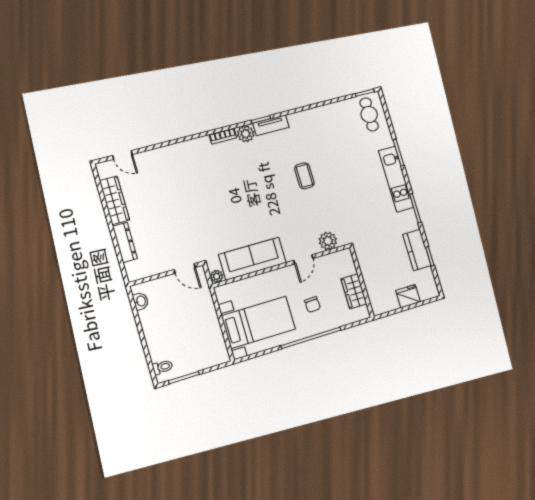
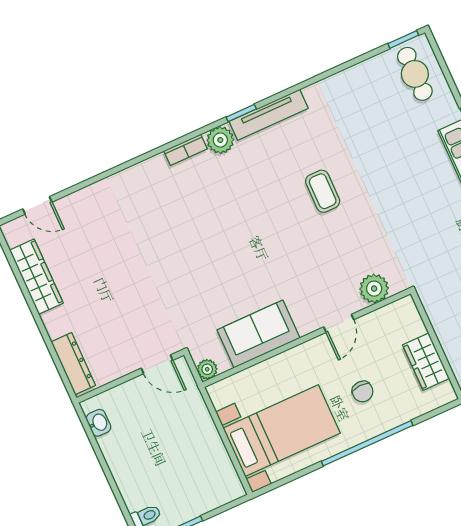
tv unit: (271, 125) -> (269, 115), width x1.41
dresser: (125, 242) -> (73, 364), moved
sofa: (252, 259) -> (258, 334), width x0.73

